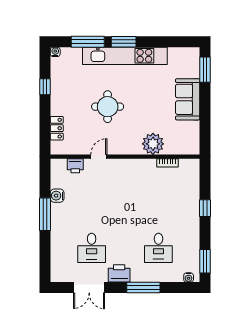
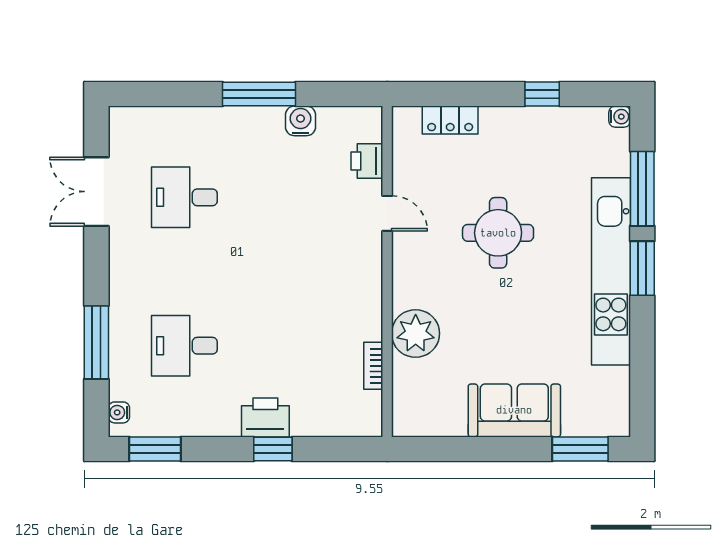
printer: (119, 273) -> (265, 417), moved, turned -90
window: (143, 288) -> (96, 342), moved

